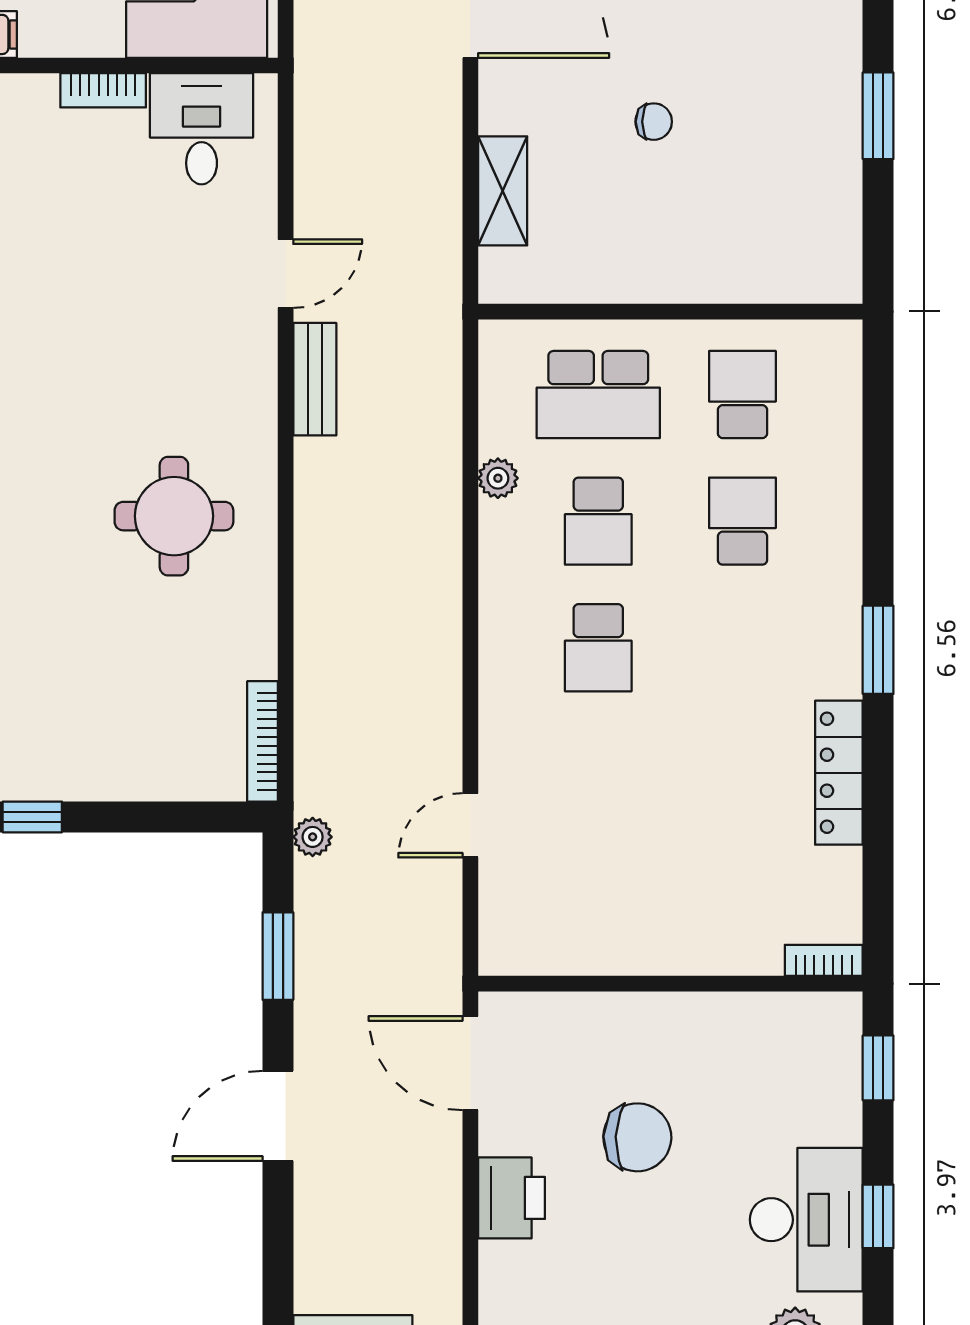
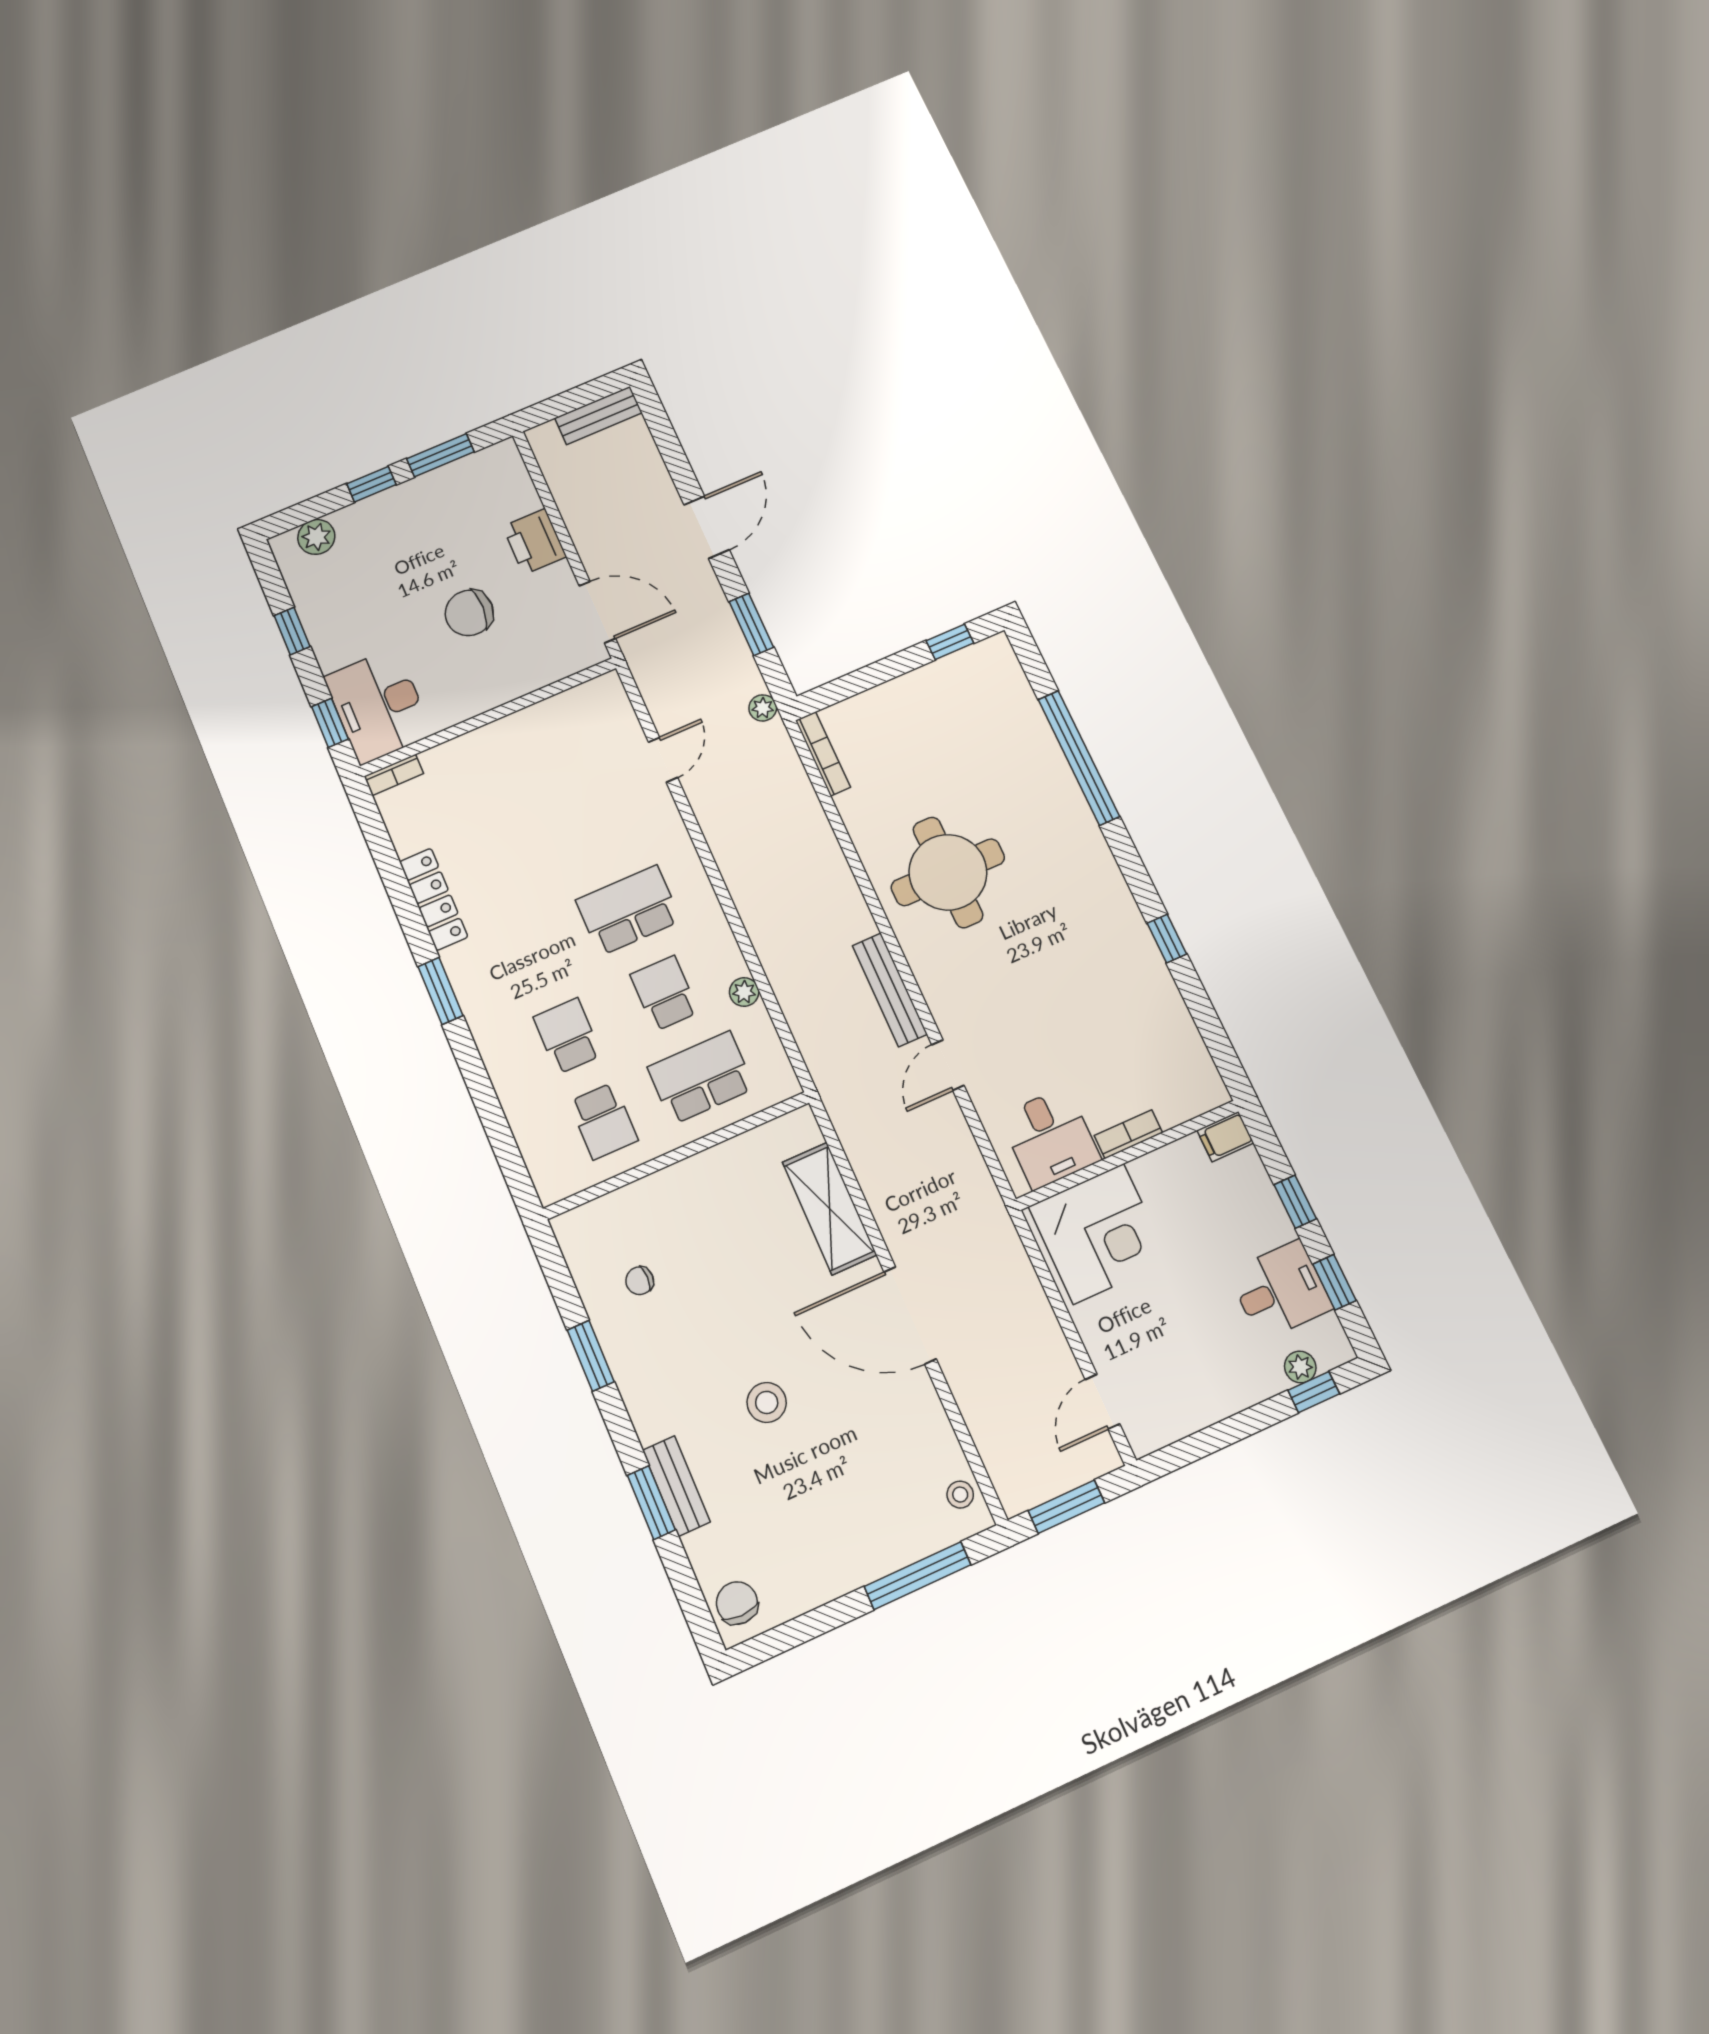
chair: (654, 122) -> (640, 1281), moved
shelving: (503, 191) -> (829, 1208), width x1.50, depth x1.33
bench: (315, 379) -> (890, 990), width x1.36
round table: (174, 516) -> (948, 872), width x1.36, depth x1.36
school desk: (742, 521) -> (567, 1036), turned 180
school desk: (598, 648) -> (628, 910), width x1.85
desk: (806, 1220) -> (378, 706), moved

